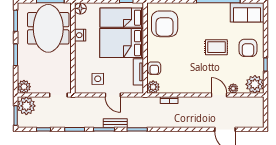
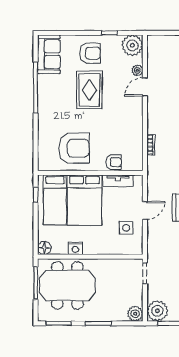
armchair: (165, 24) -> (74, 148), moved
rug: (216, 47) -> (89, 90), width x1.36, depth x1.43
plant: (153, 87) -> (136, 163), removed

